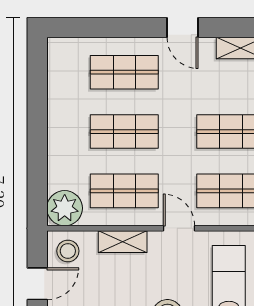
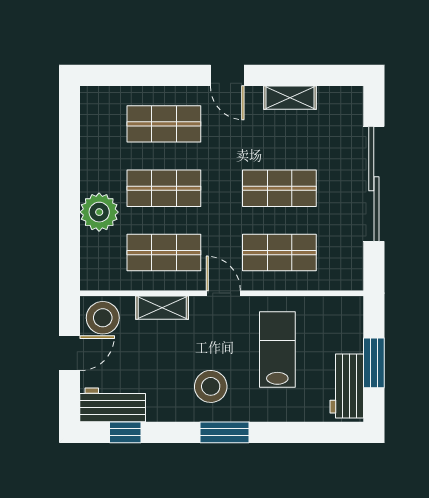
plant: (65, 208) -> (99, 212), moved
stool: (68, 251) -> (103, 318), width x1.38, depth x1.38

